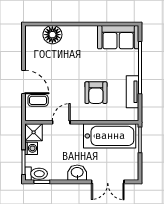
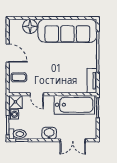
sofa: (118, 37) -> (67, 31), width x1.85, depth x1.27
door: (24, 82) -> (8, 53), moved
tv unit: (132, 92) -> (92, 81), moved
armchair: (96, 93) -> (64, 71), removed
door: (61, 122) -> (37, 94), swing flipped

